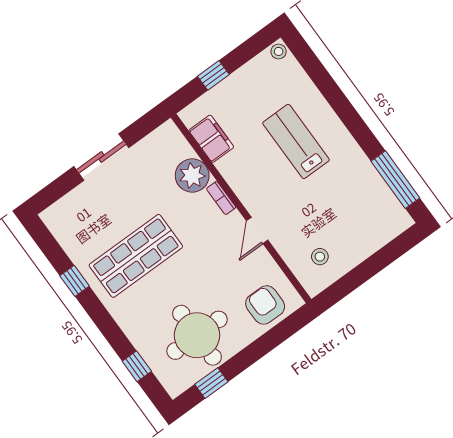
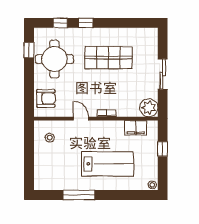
lab bench: (296, 141) -> (107, 164), width x1.36, depth x1.39
plant: (192, 175) -> (149, 108), moved
window: (395, 180) -> (79, 195), moved
shop shelf: (136, 256) -> (108, 58), turned 90
window: (75, 281) -> (86, 23), moved

